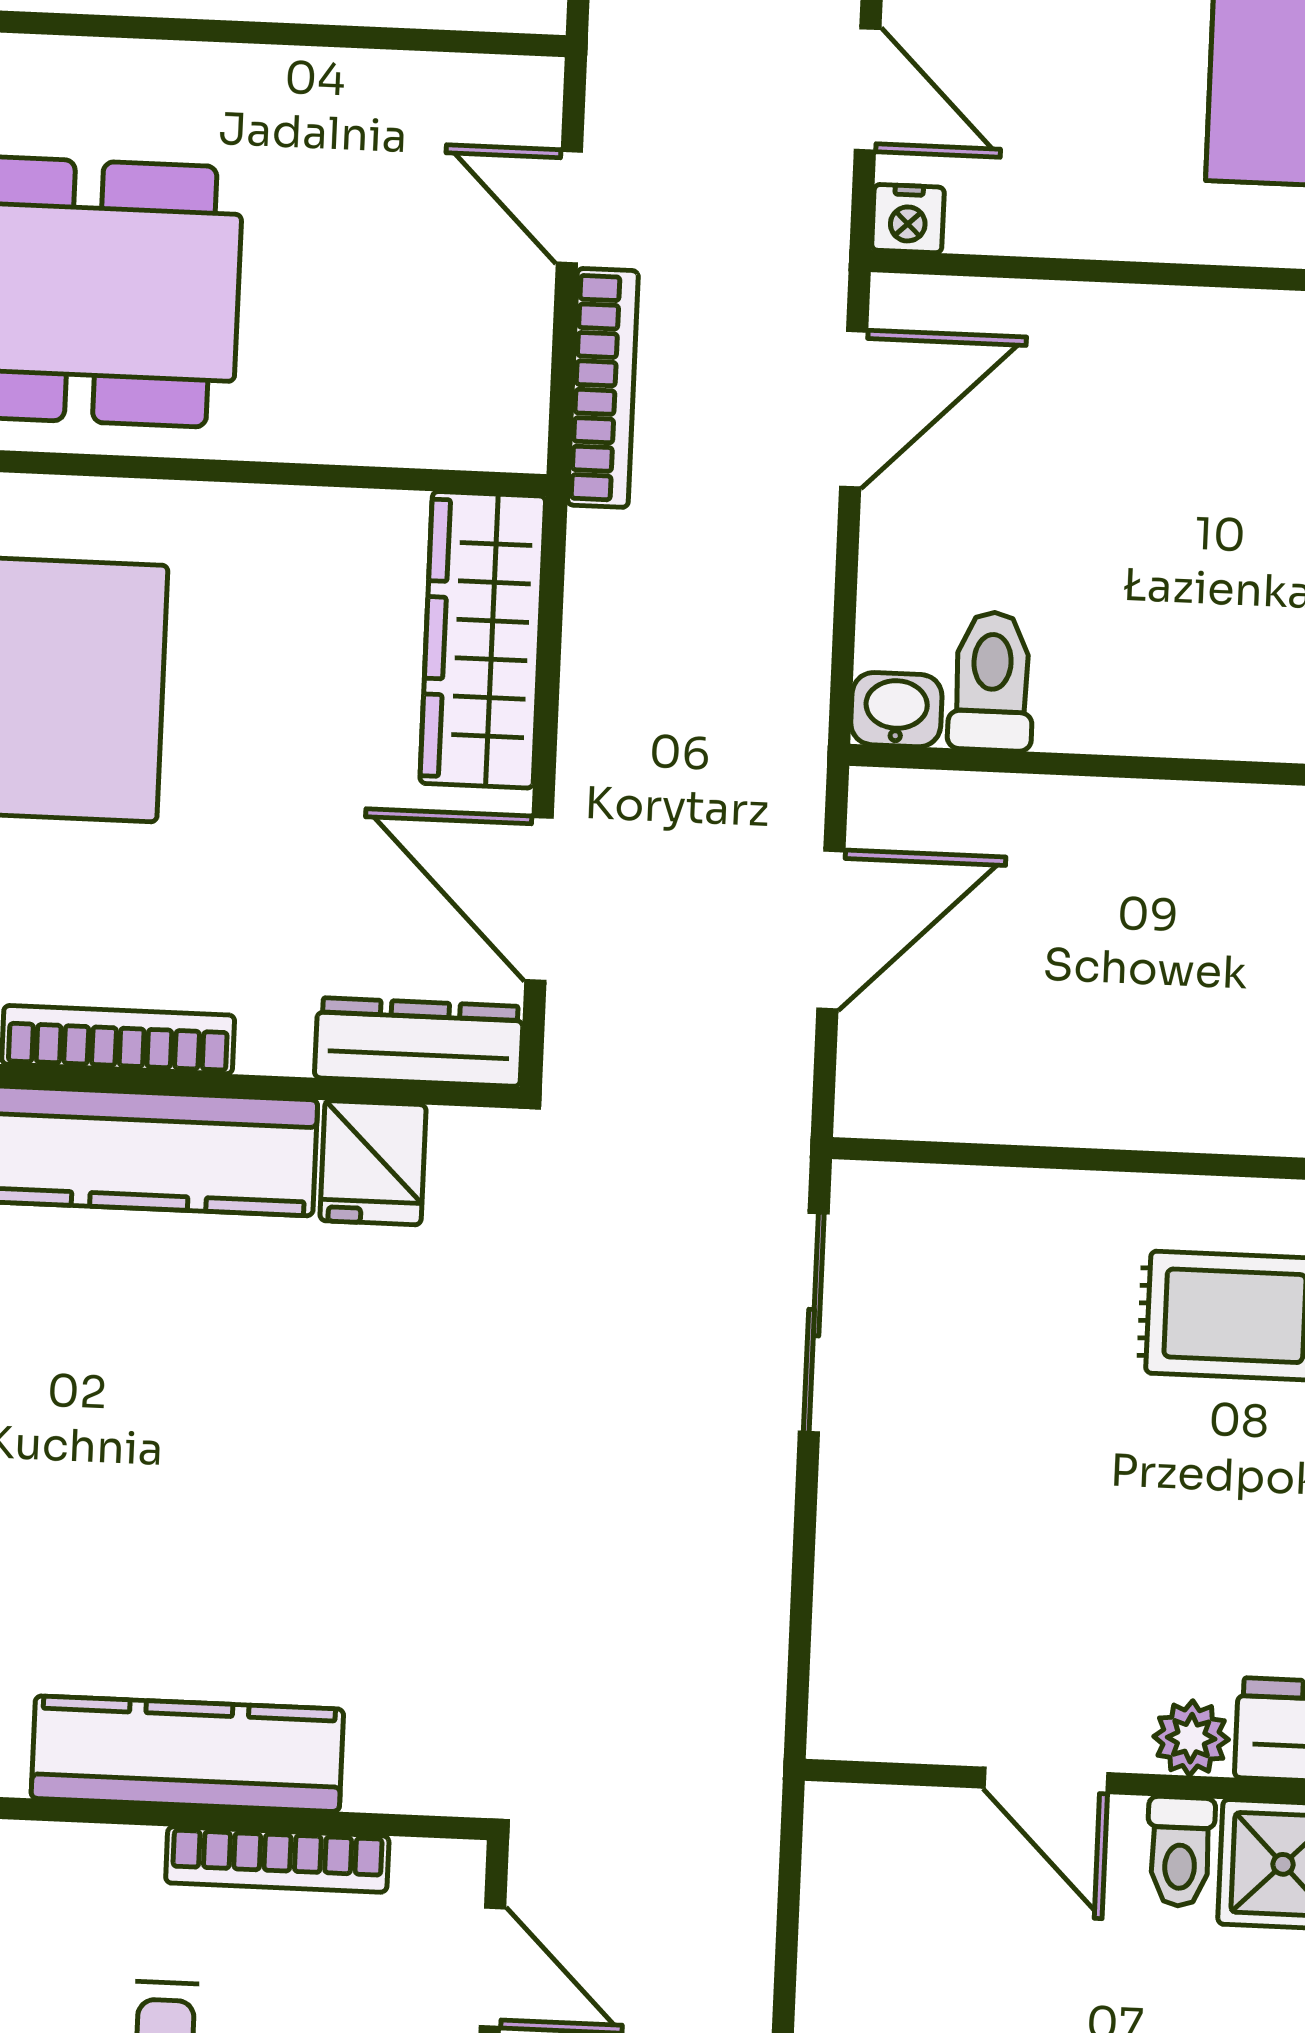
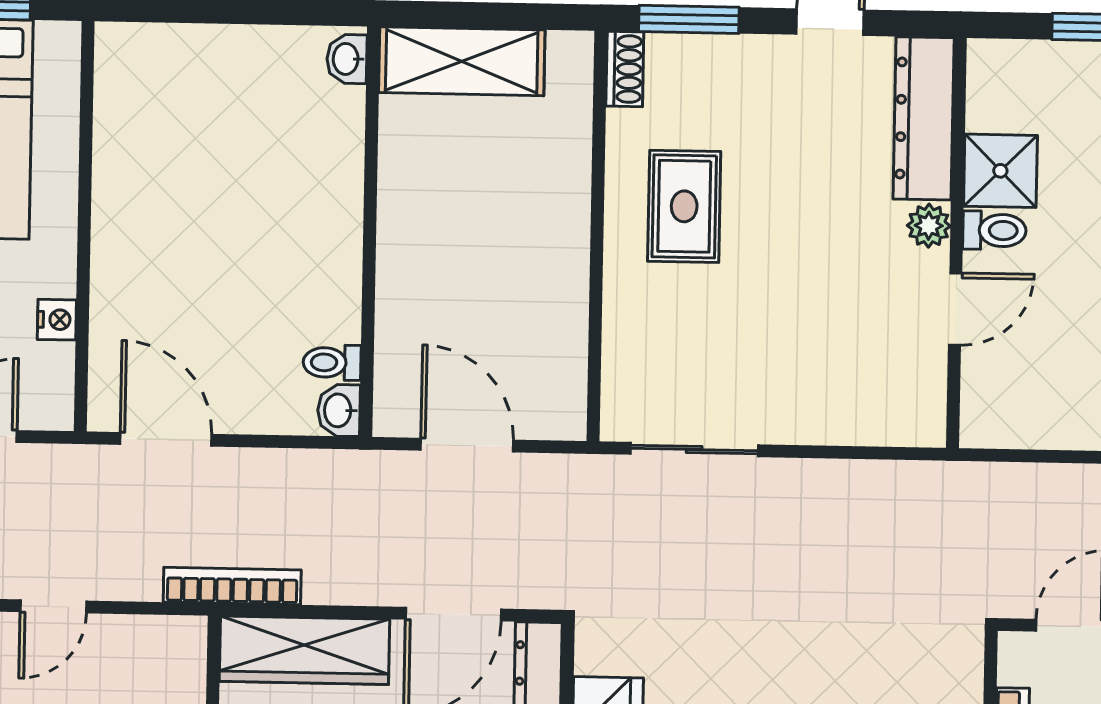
nightstand: (908, 219) -> (57, 320), moved
bookcase: (603, 388) -> (232, 586), moved
toilet: (992, 681) -> (332, 363), width x0.73, depth x0.72

